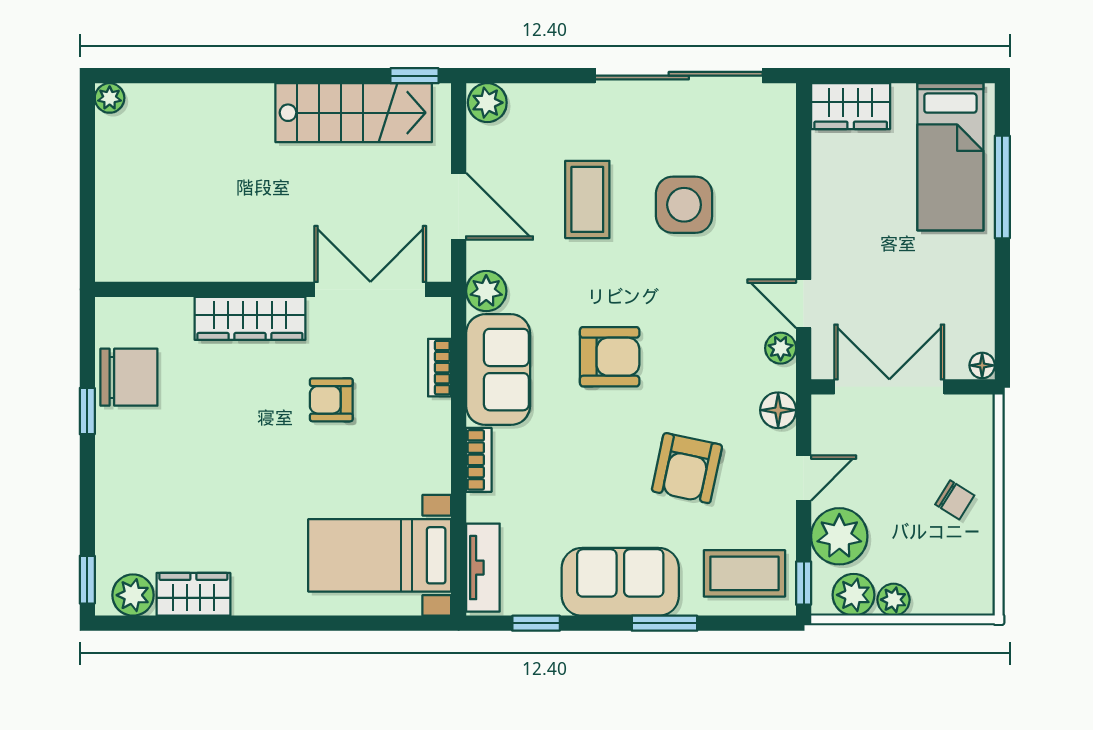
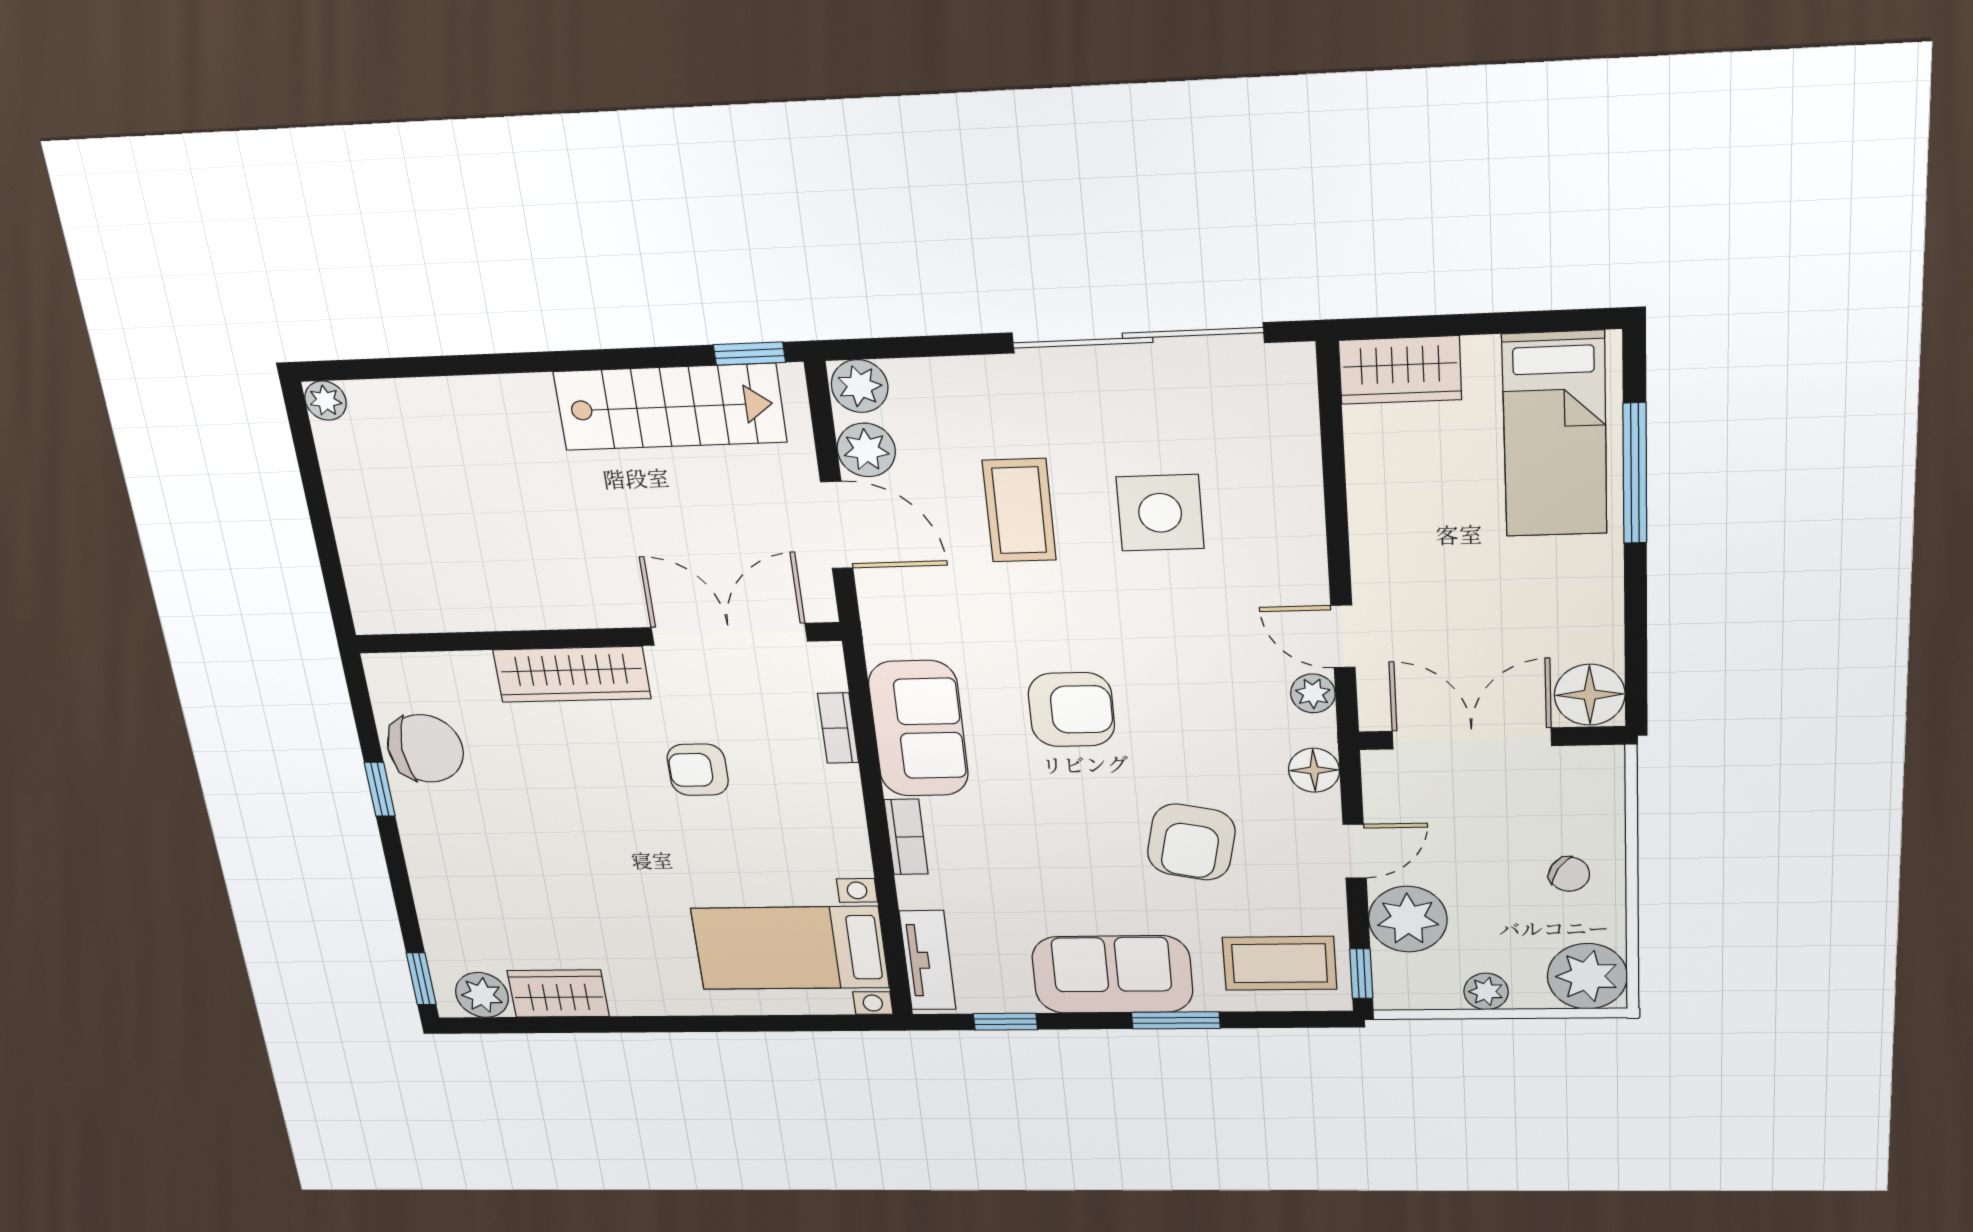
plant: (486, 291) -> (866, 450), moved
floor lamp: (982, 365) -> (1590, 695), width x1.89, depth x1.89
plant: (854, 595) -> (1587, 976), moved, width x1.36, depth x1.36

